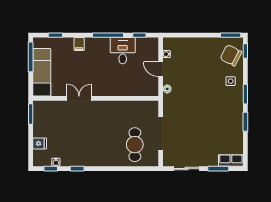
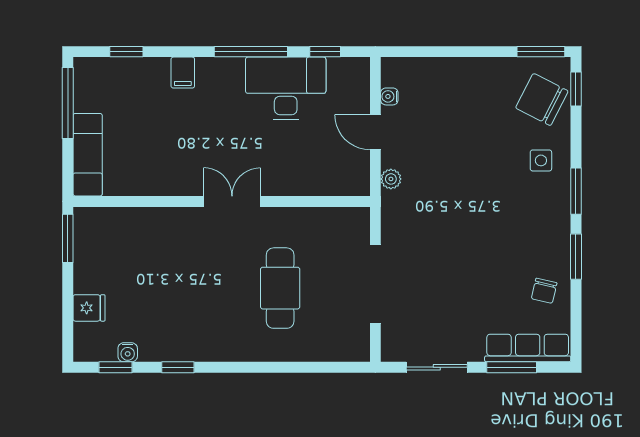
desk: (123, 51) -> (286, 88), width x1.37
exam couch: (42, 72) -> (88, 155), width x0.73, depth x0.69
double door: (79, 98) -> (232, 201), moved
chair: (232, 136) -> (544, 291), added
cafe table: (135, 145) -> (280, 288), moved
row of seats: (231, 160) -> (528, 348), width x1.48

